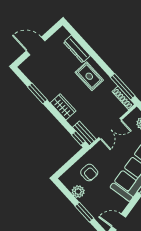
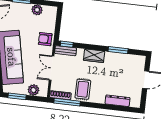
rug: (89, 76) -> (83, 89), moved, turned 90
armchair: (89, 173) -> (45, 39), moved

